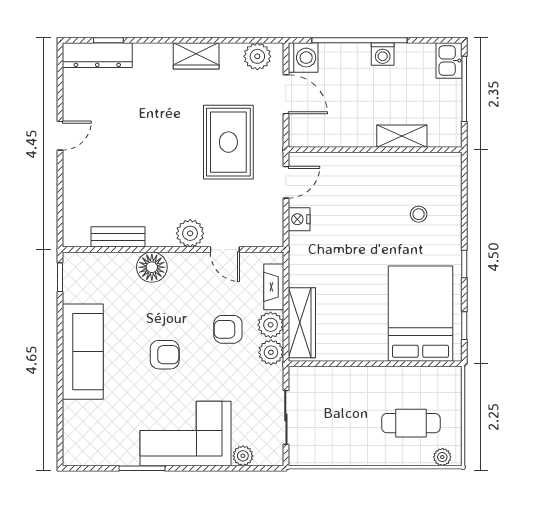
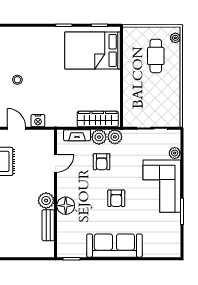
stool: (419, 214) -> (17, 80), moved
plant: (190, 233) -> (46, 200), moved
armchair: (165, 355) -> (116, 198), turned 180

